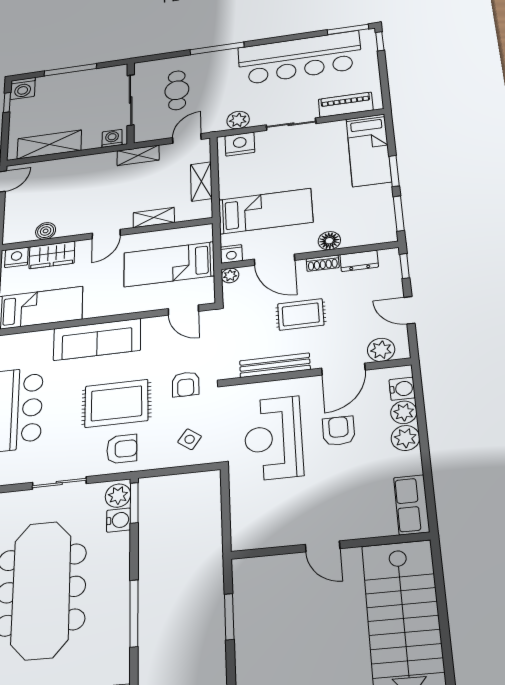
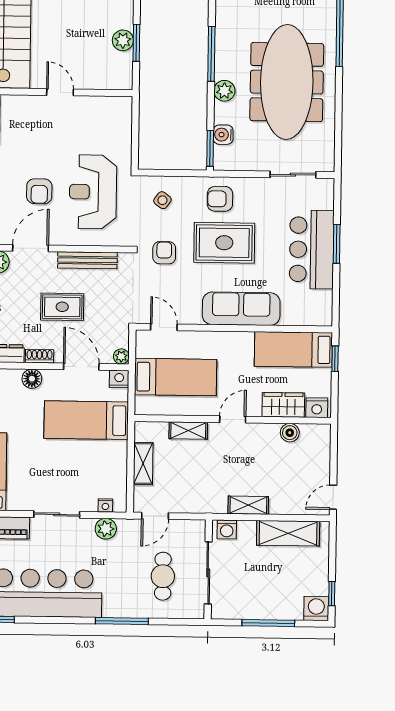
nightstand: (240, 144) -> (105, 505), width x0.53, depth x0.56
shelving: (138, 155) -> (248, 505), moved
reception desk: (273, 438) -> (93, 192), turned 180
sliding door: (59, 483) -> (293, 175), moved
plant: (118, 496) -> (224, 91), moved
plant: (247, 618) -> (123, 40), added

